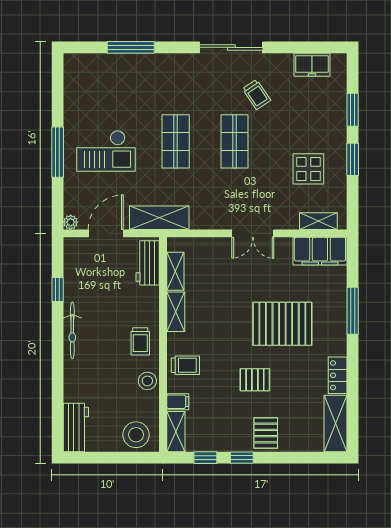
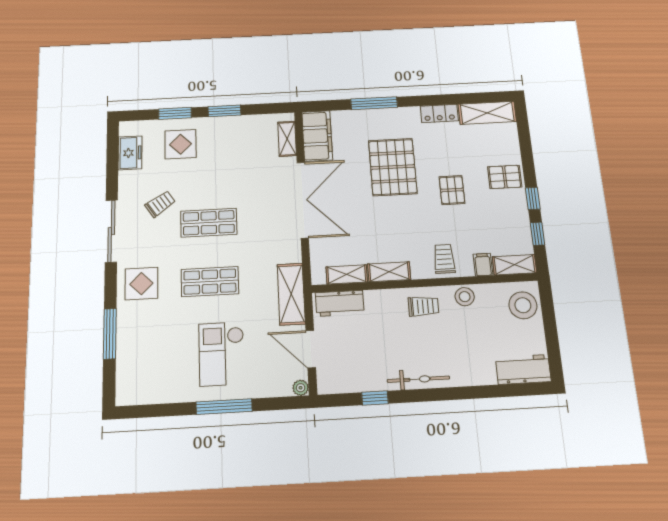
display table: (177, 77) -> (141, 284), added
checkout: (106, 151) -> (222, 354), turned 180
display table: (308, 169) -> (181, 144), moved
double door: (253, 233) -> (303, 200), width x1.87

